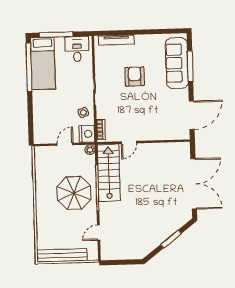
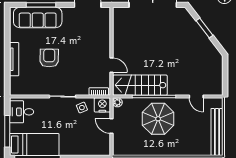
tv unit: (116, 40) -> (14, 59), moved
armchair: (135, 76) -> (49, 58), turned 91

